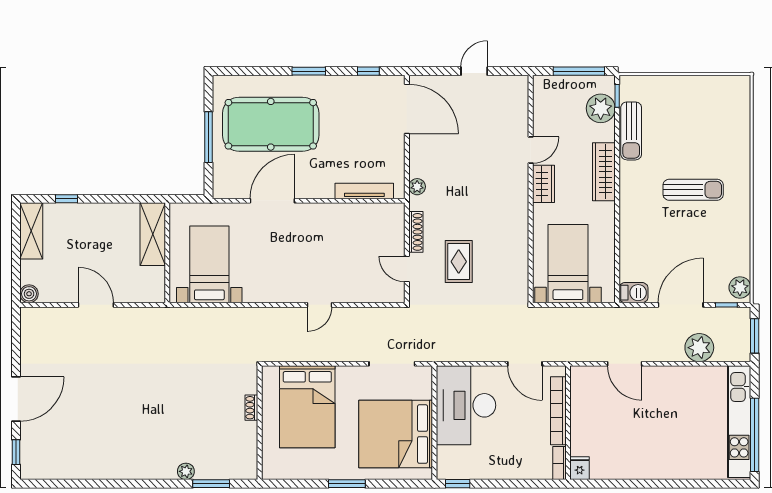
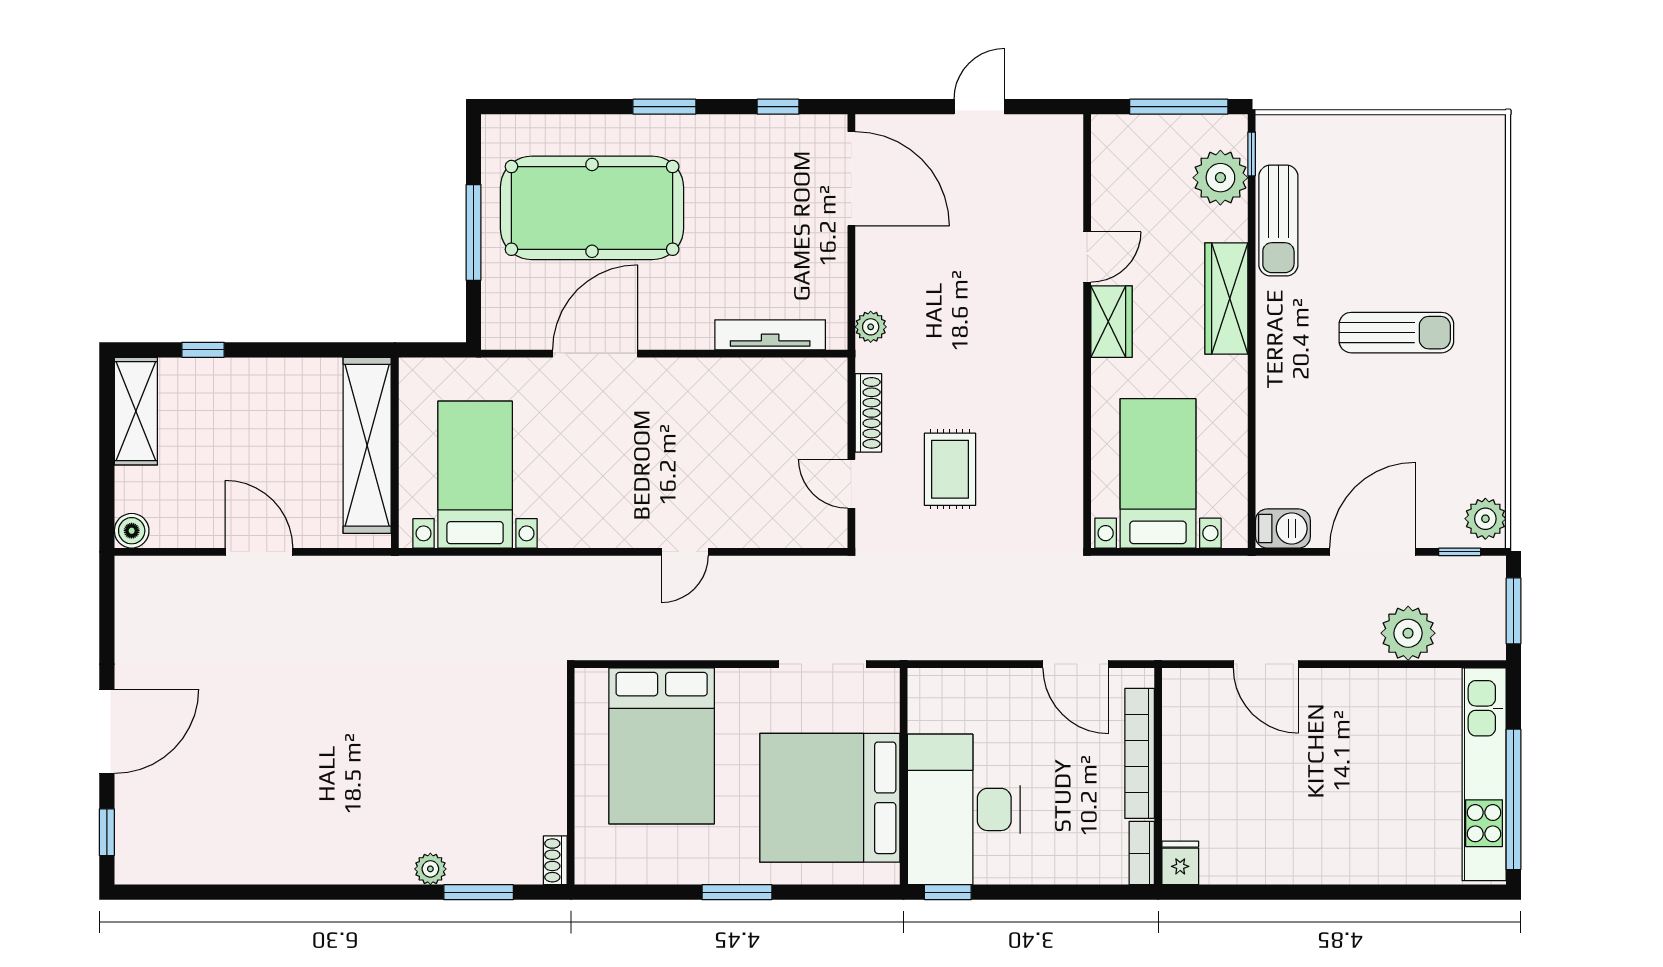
shelving: (153, 234) -> (367, 445), width x1.47
desk: (466, 405) -> (964, 809), moved
shoe rack: (251, 408) -> (555, 860), moved

